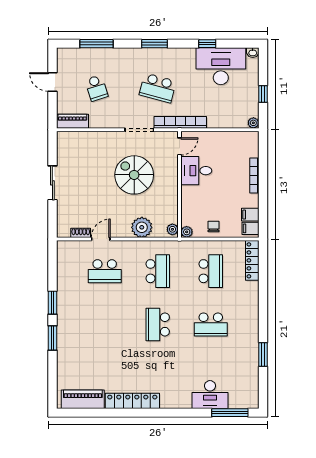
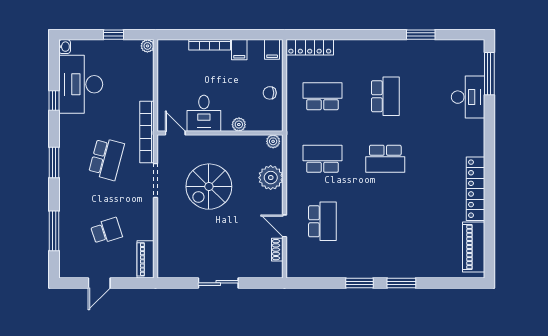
filing cabinet: (250, 215) -> (239, 50), moved
plant: (187, 232) -> (239, 125), moved

